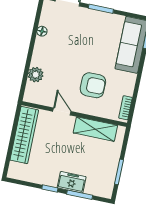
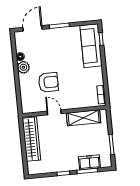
plant: (36, 75) -> (23, 67), moved
armchair: (93, 85) -> (48, 82), moved
freezer: (72, 182) -> (89, 162), moved

